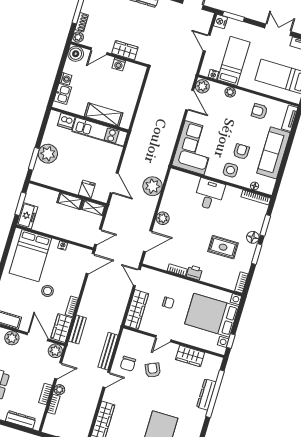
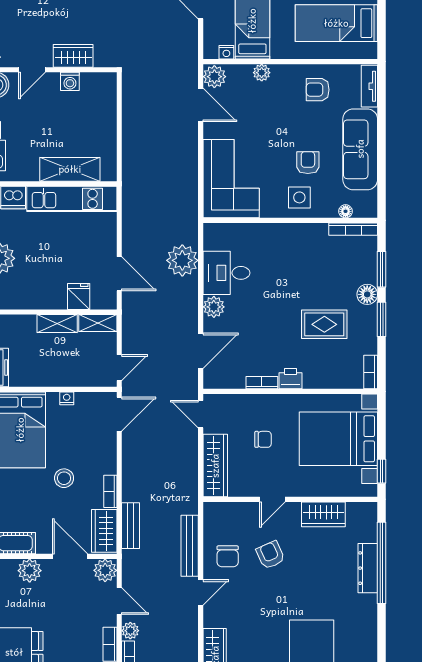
desk: (209, 194) -> (226, 273), moved, turned -90
door: (58, 371) -> (119, 601), hinge flipped

